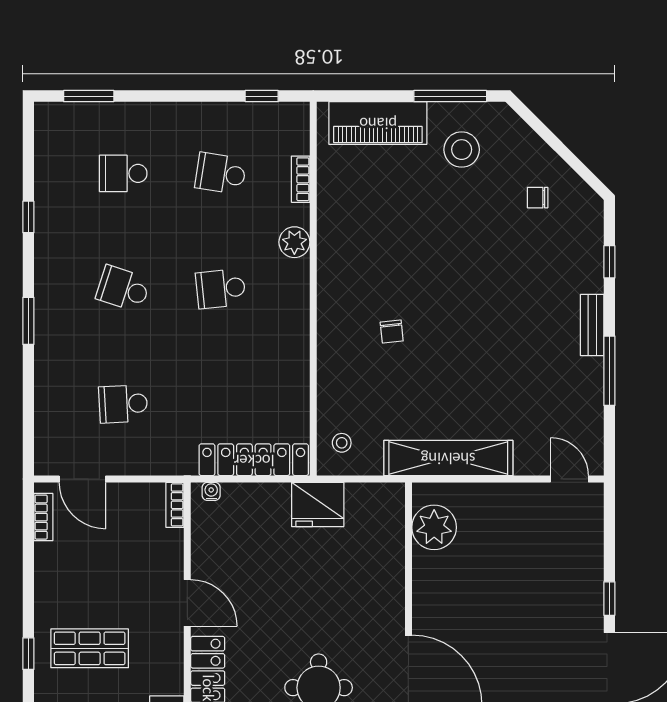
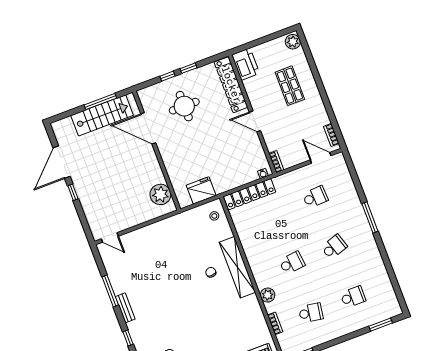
window: (28, 217) -> (387, 262), removed
school desk: (123, 289) -> (334, 247), turned -36
window: (28, 321) -> (370, 217), width x1.44
shelving: (448, 458) -> (237, 267), moved, turned 90
fridge: (318, 504) -> (201, 190), moved
shop shelf: (90, 648) -> (290, 86), turned 90
window: (28, 654) -> (315, 73), removed

